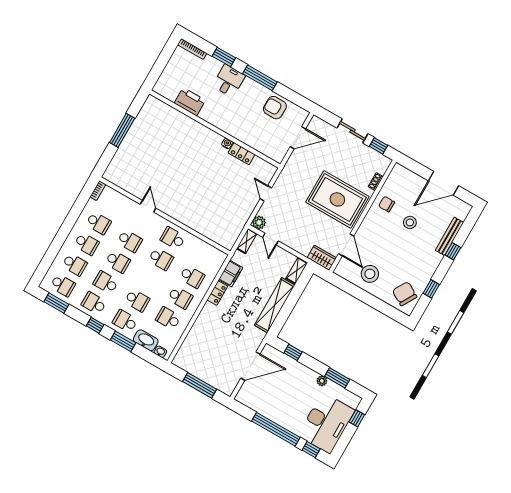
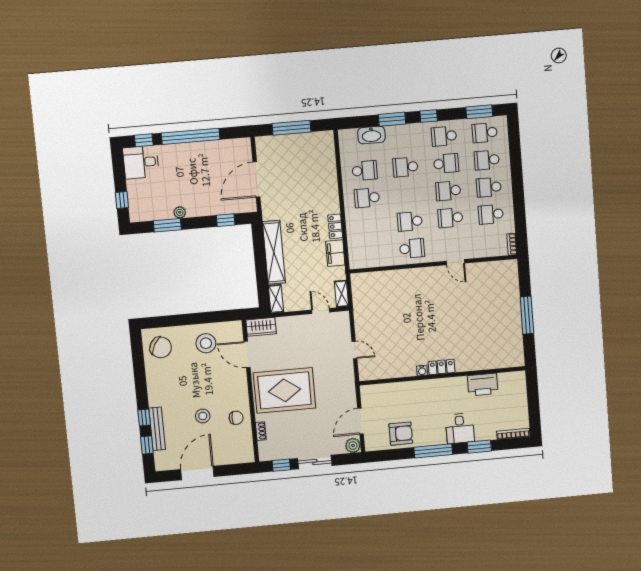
locker: (242, 154) -> (442, 367), moved
plant: (259, 223) -> (353, 445), moved
school desk: (192, 277) -> (369, 225), removed
window: (431, 289) -> (147, 445), moved
school desk: (94, 303) -> (444, 136), turned 180
school desk: (125, 321) -> (403, 140), removed
washbasin: (160, 352) -> (350, 134), removed
desk: (326, 423) -> (141, 162), width x0.53, depth x0.77

